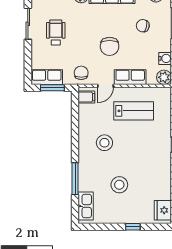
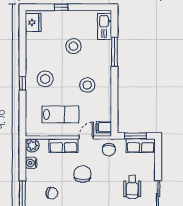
lab bench: (134, 111) -> (60, 114), turned 180
stool: (150, 149) -> (45, 79), added

